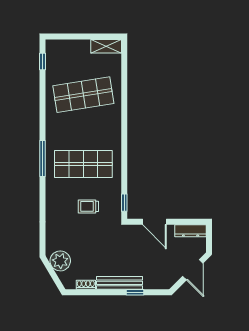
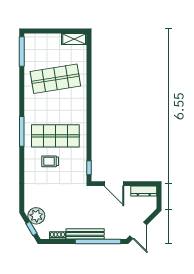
window: (42, 62) -> (22, 52), width x2.17
trolley: (88, 206) -> (50, 161), moved
door: (193, 270) -> (138, 230), moved
window: (54, 276) -> (31, 229), added
window: (135, 292) -> (98, 242), width x3.17

